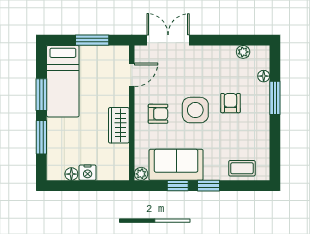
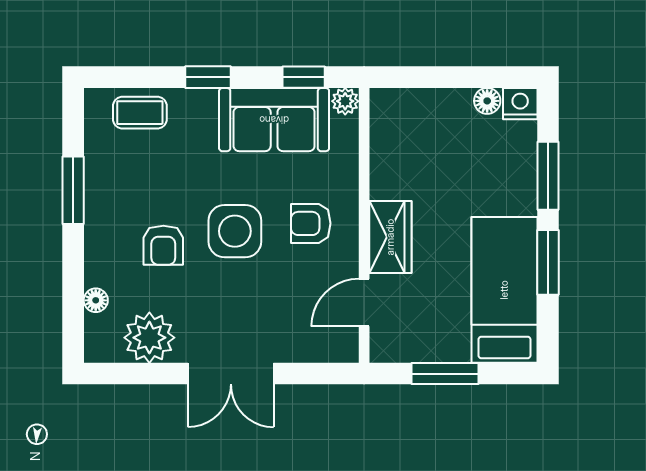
double door: (168, 40) -> (231, 374), moved
plant: (243, 52) -> (149, 338), width x1.88, depth x1.88
window: (275, 98) -> (73, 190), moved
wardrobe: (119, 125) -> (390, 237), moved
nightstand: (88, 173) -> (520, 104), moved
window: (178, 186) -> (304, 77), moved

